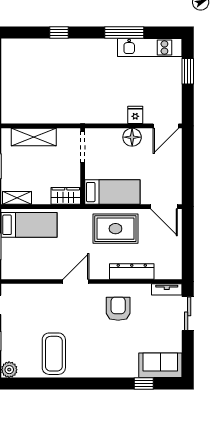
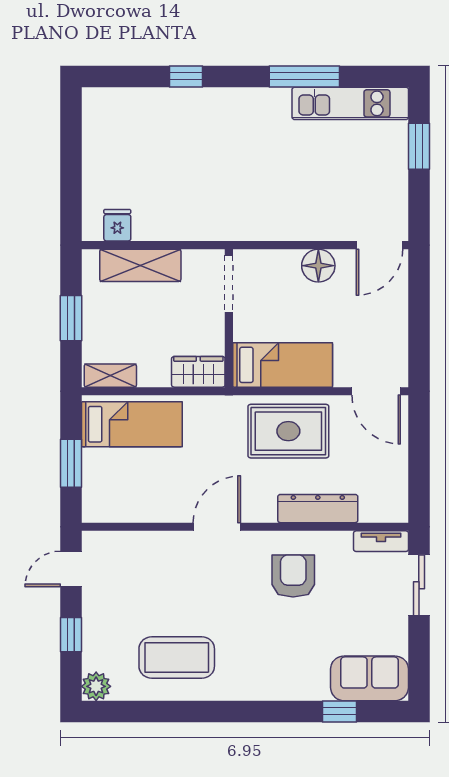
fridge: (135, 115) -> (117, 225), moved
coffee table: (54, 354) -> (177, 657), turned 90

